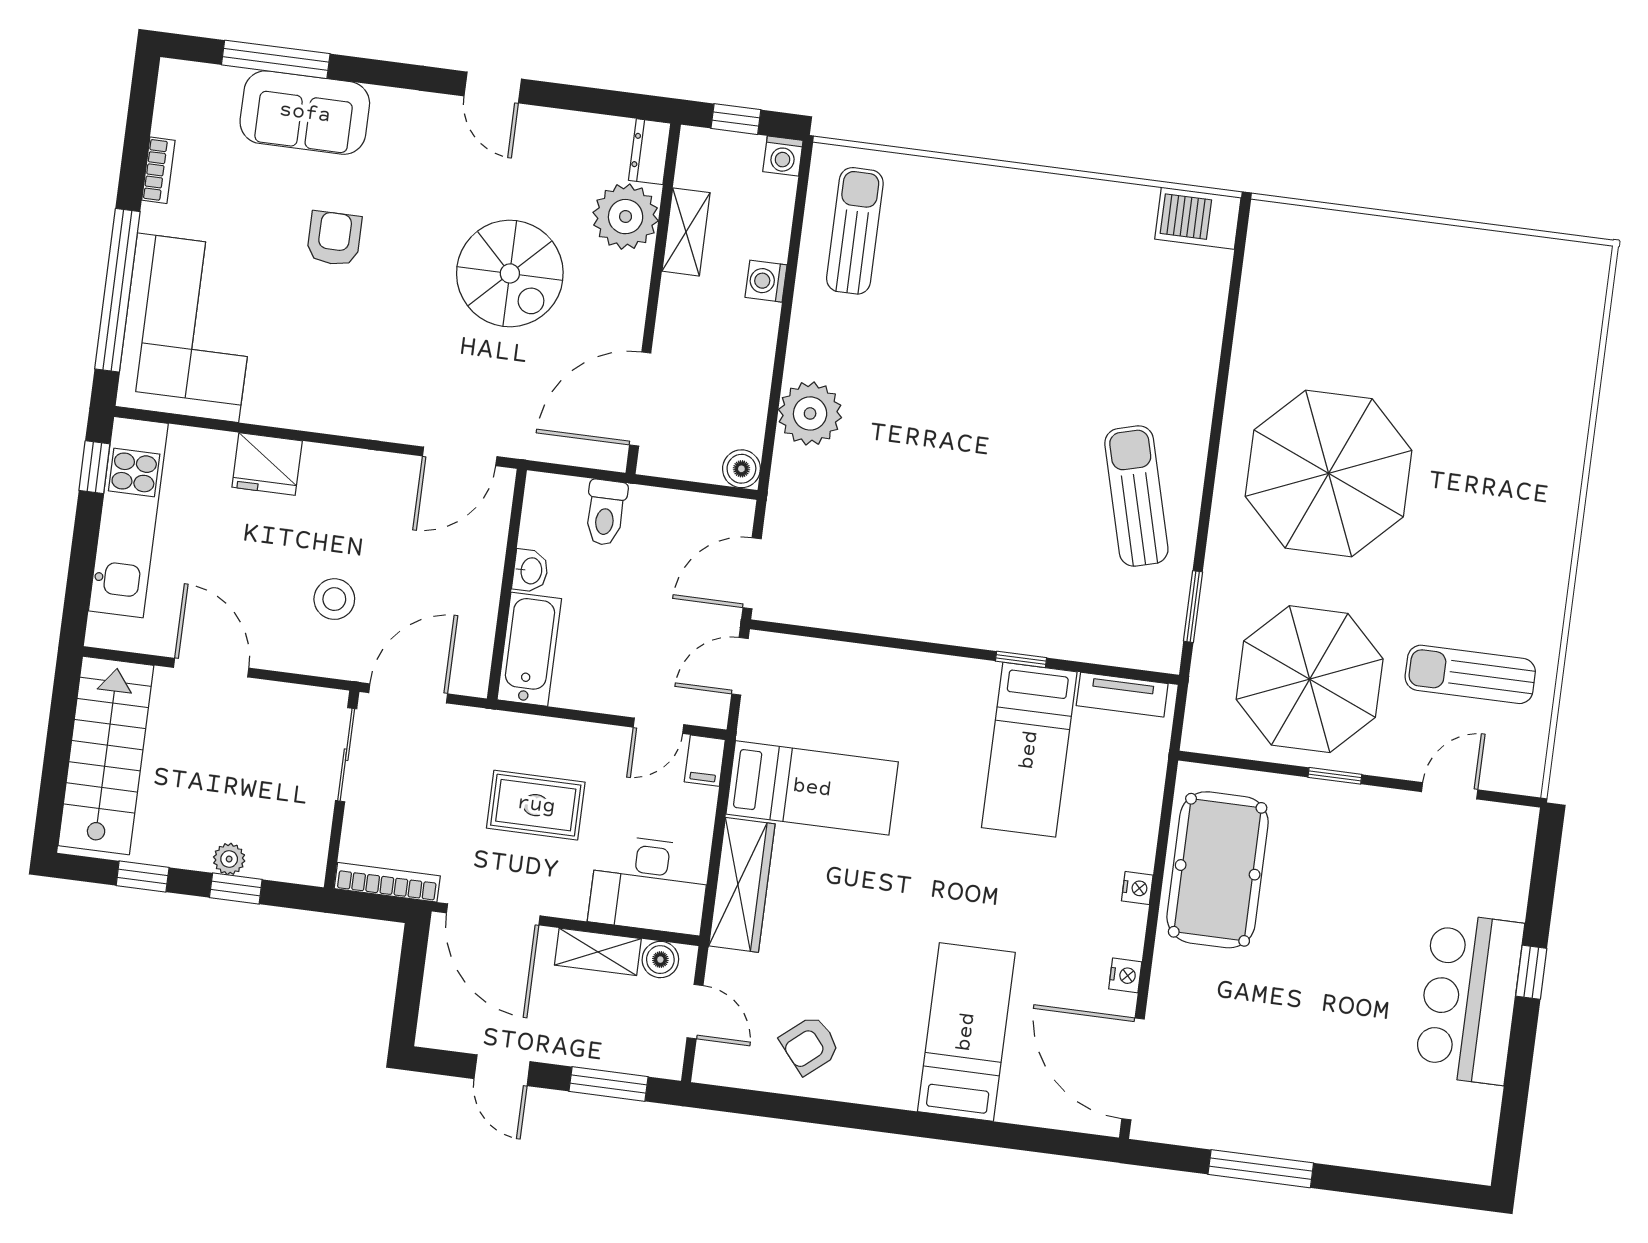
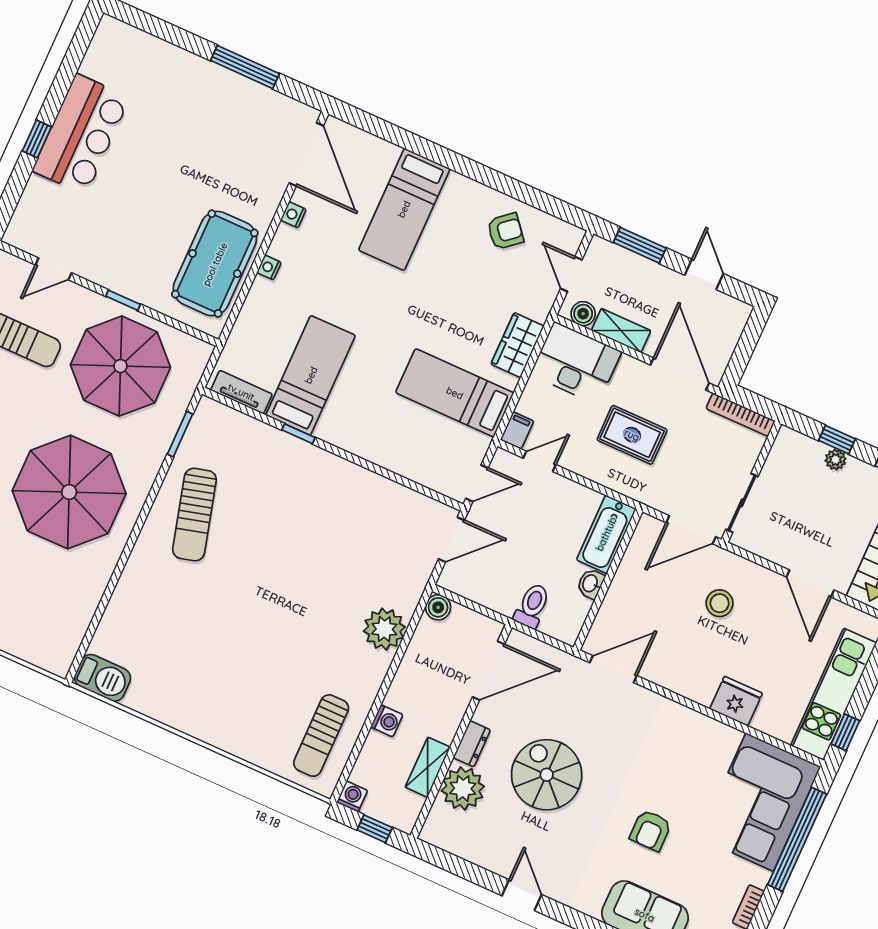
dresser: (650, 152) -> (472, 744), moved
wardrobe: (742, 885) -> (517, 345), width x0.67

